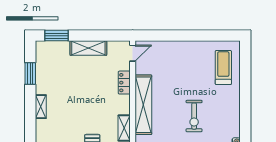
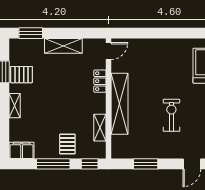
pallet: (47, 76) -> (21, 75), added
exercise bike: (194, 116) -> (171, 115), turned 180

